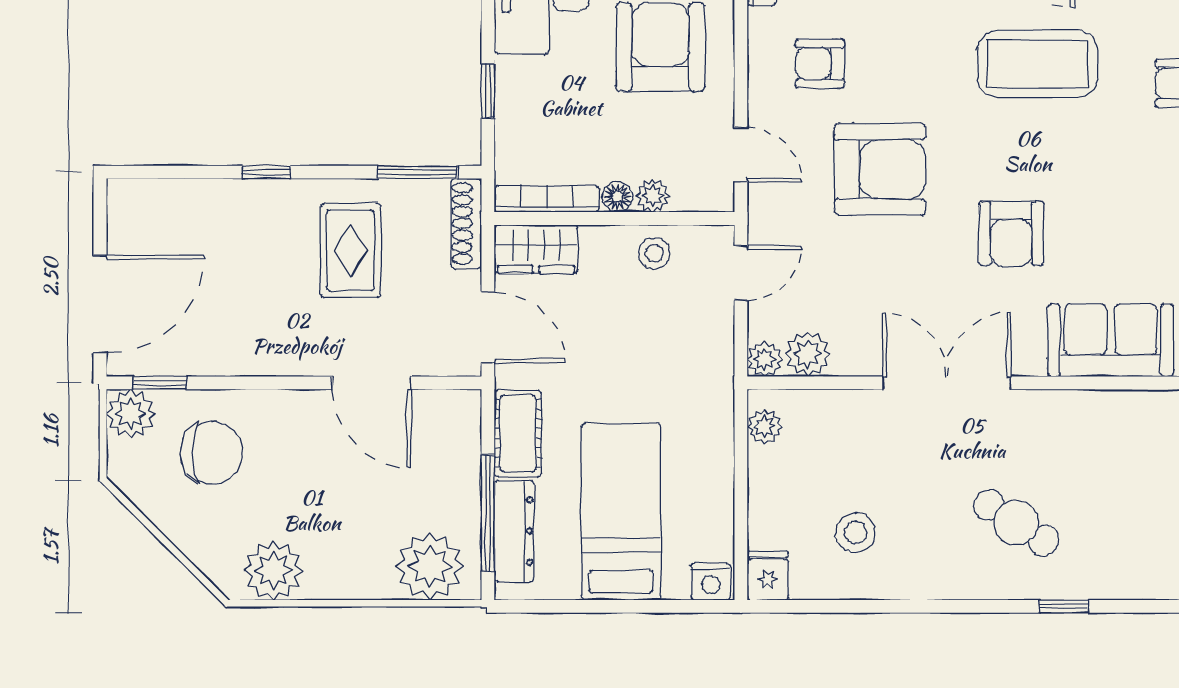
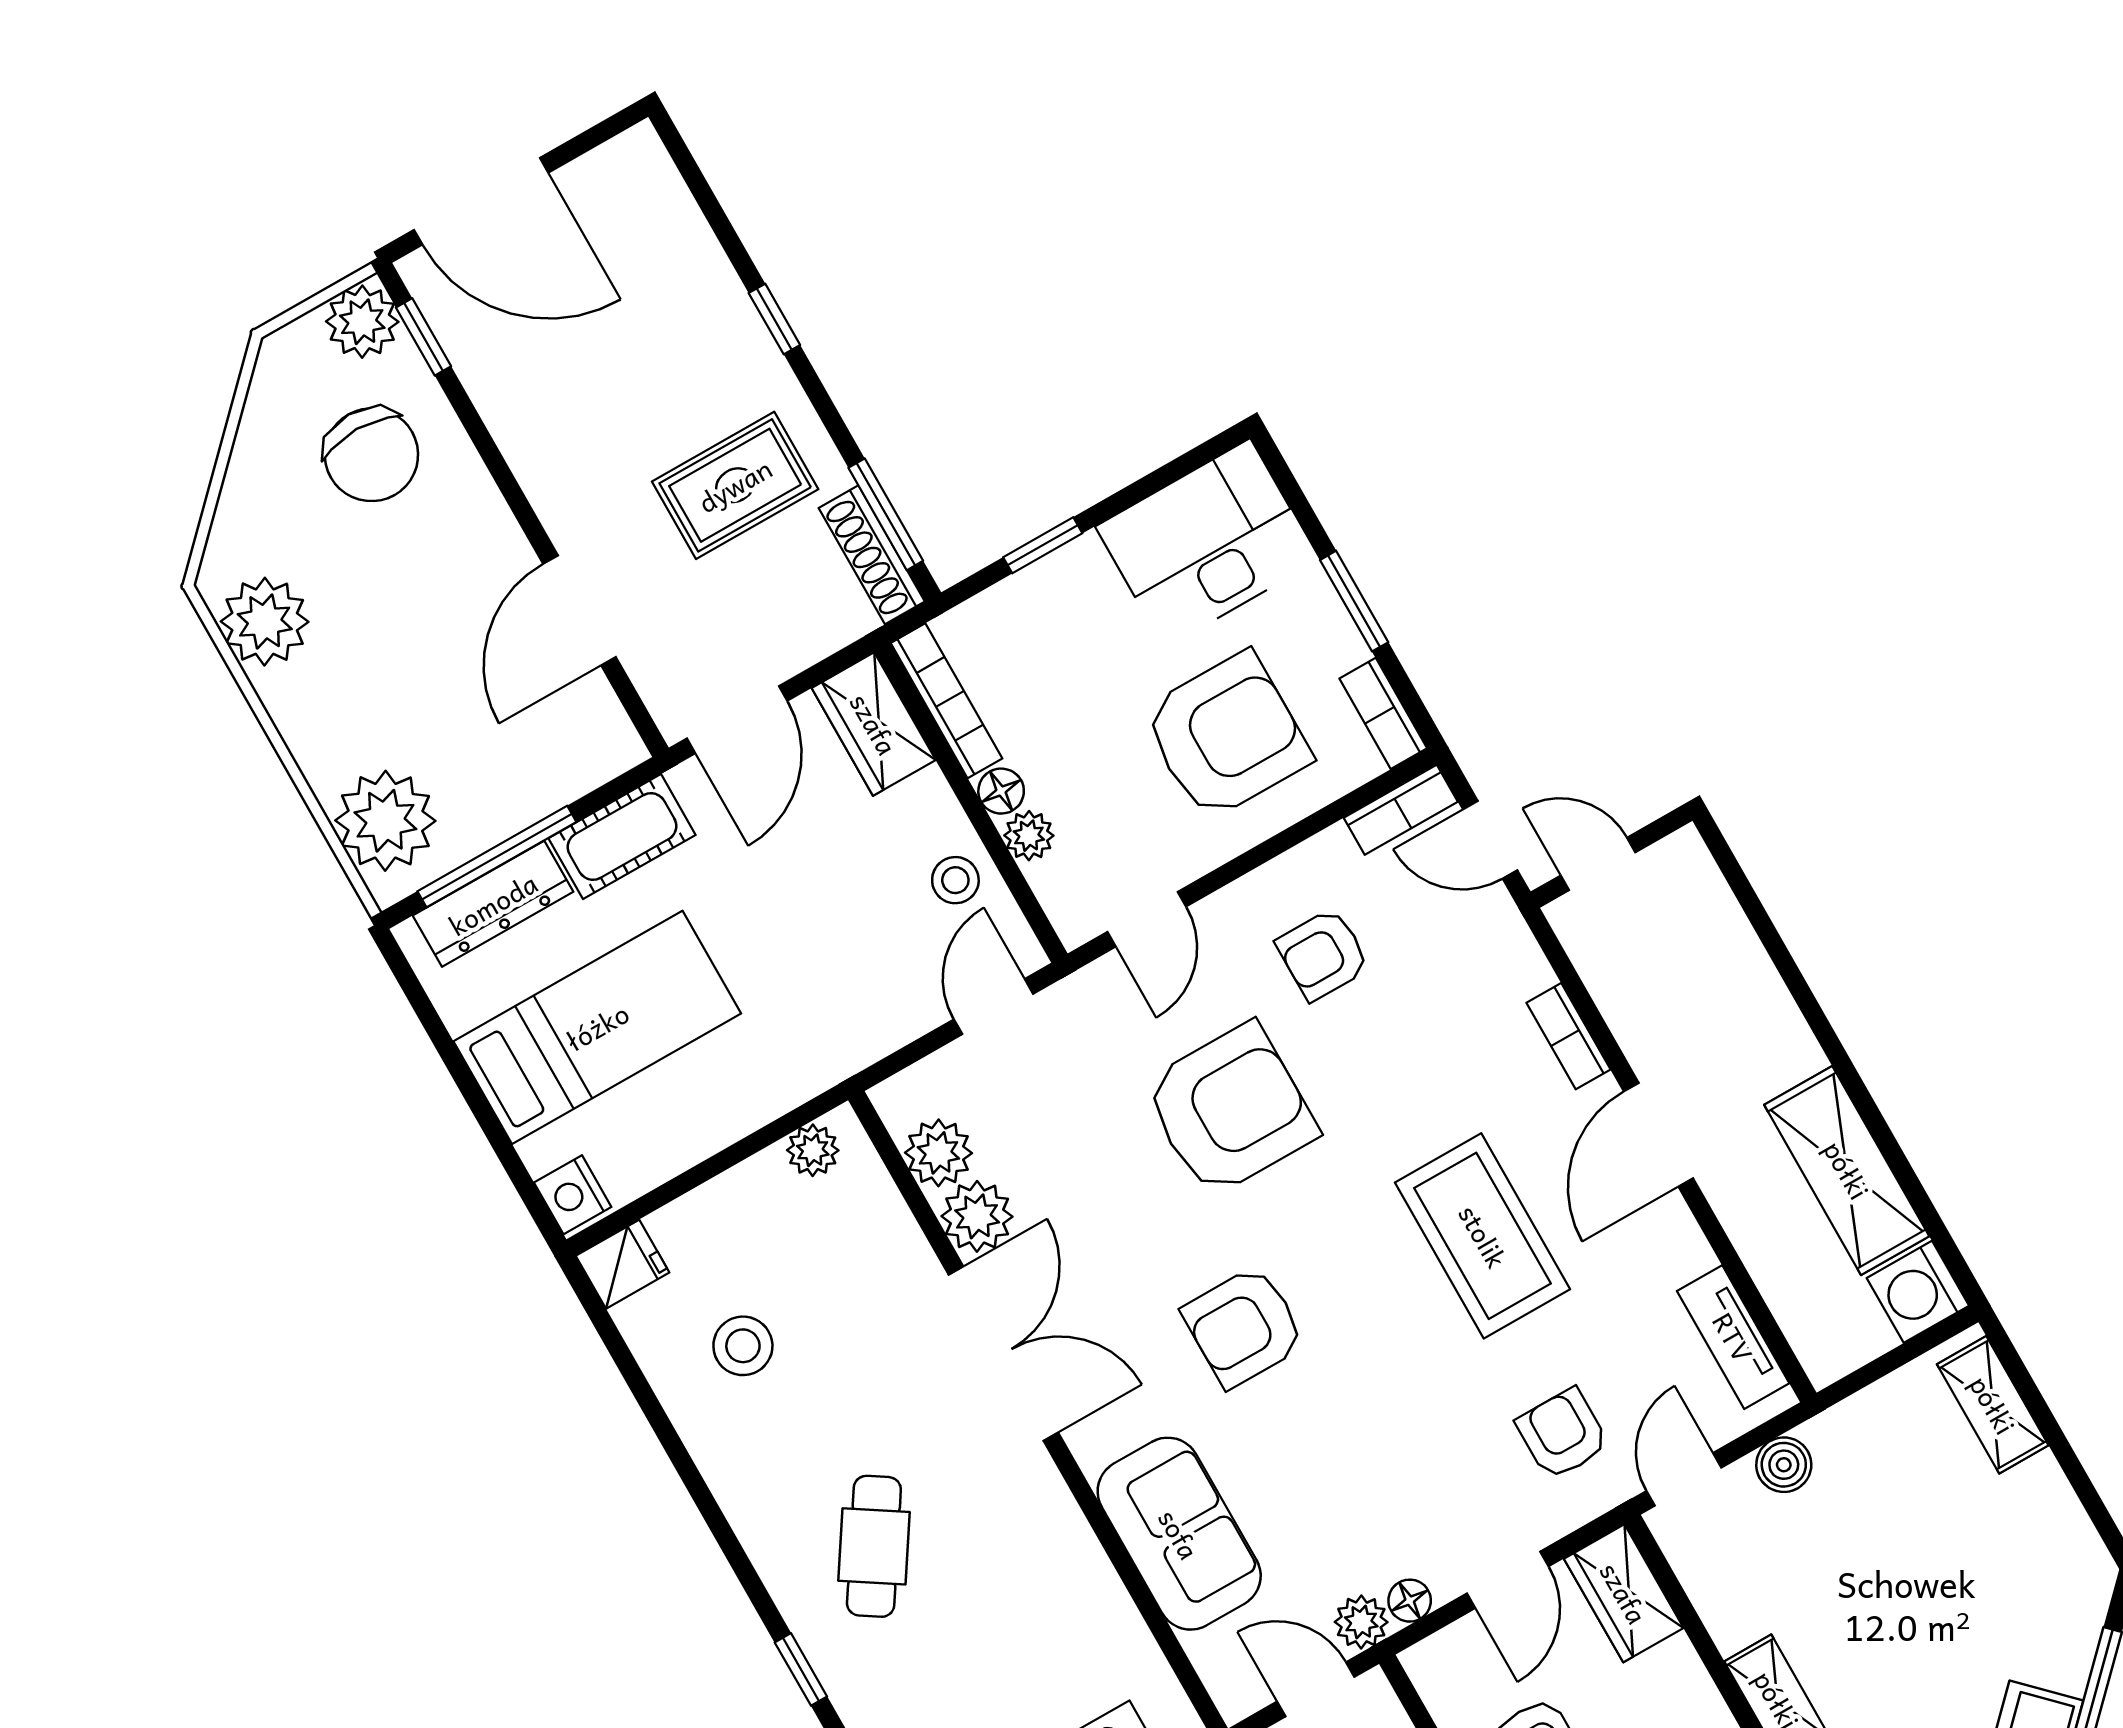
armchair: (820, 63) -> (1323, 954), turned -90
armchair: (880, 169) -> (1230, 1110), turned -90
shoe rack: (466, 223) -> (872, 555), moved, turned -90
door: (741, 273) -> (994, 1007), swing flipped
plant: (765, 359) -> (977, 1216), moved, width x1.38, depth x1.38

